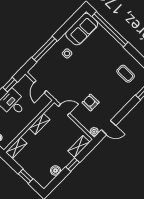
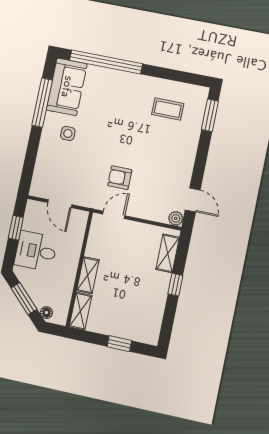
window: (44, 49) -> (42, 103), moved
armchair: (91, 102) -> (120, 178), moved
shelving: (39, 124) -> (88, 275), moved
door: (109, 128) -> (193, 200), hinge flipped
boiler: (55, 171) -> (156, 309), removed

